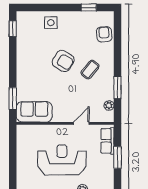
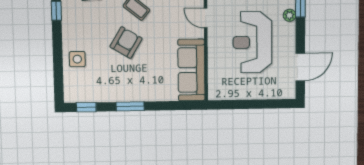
window: (13, 99) -> (130, 106), moved
sofa: (34, 112) -> (191, 70), width x1.36

